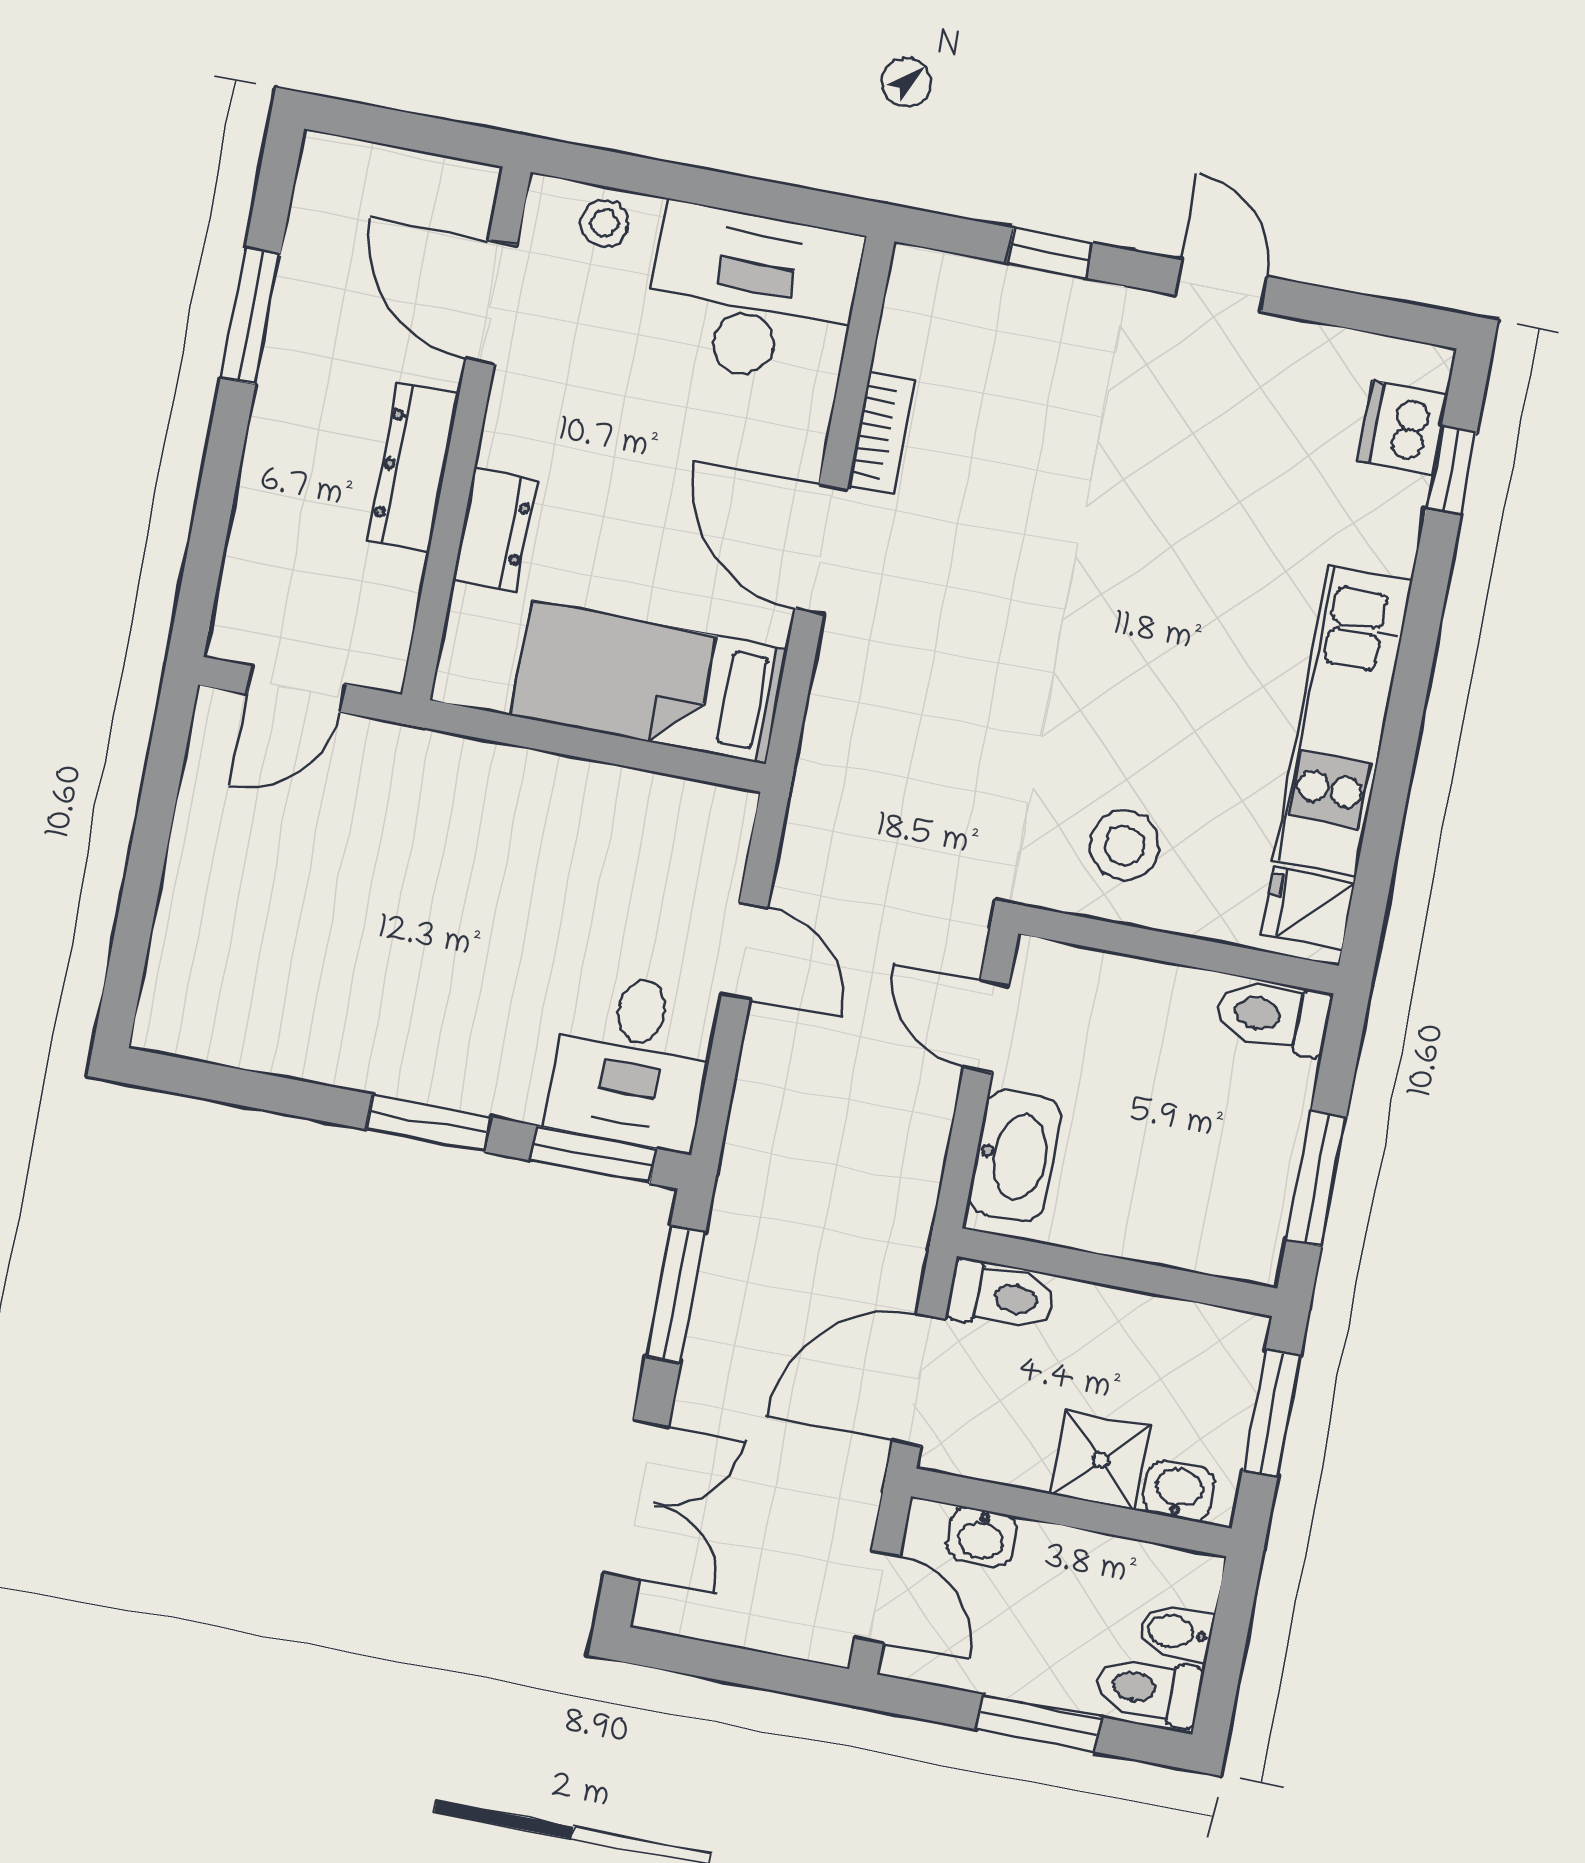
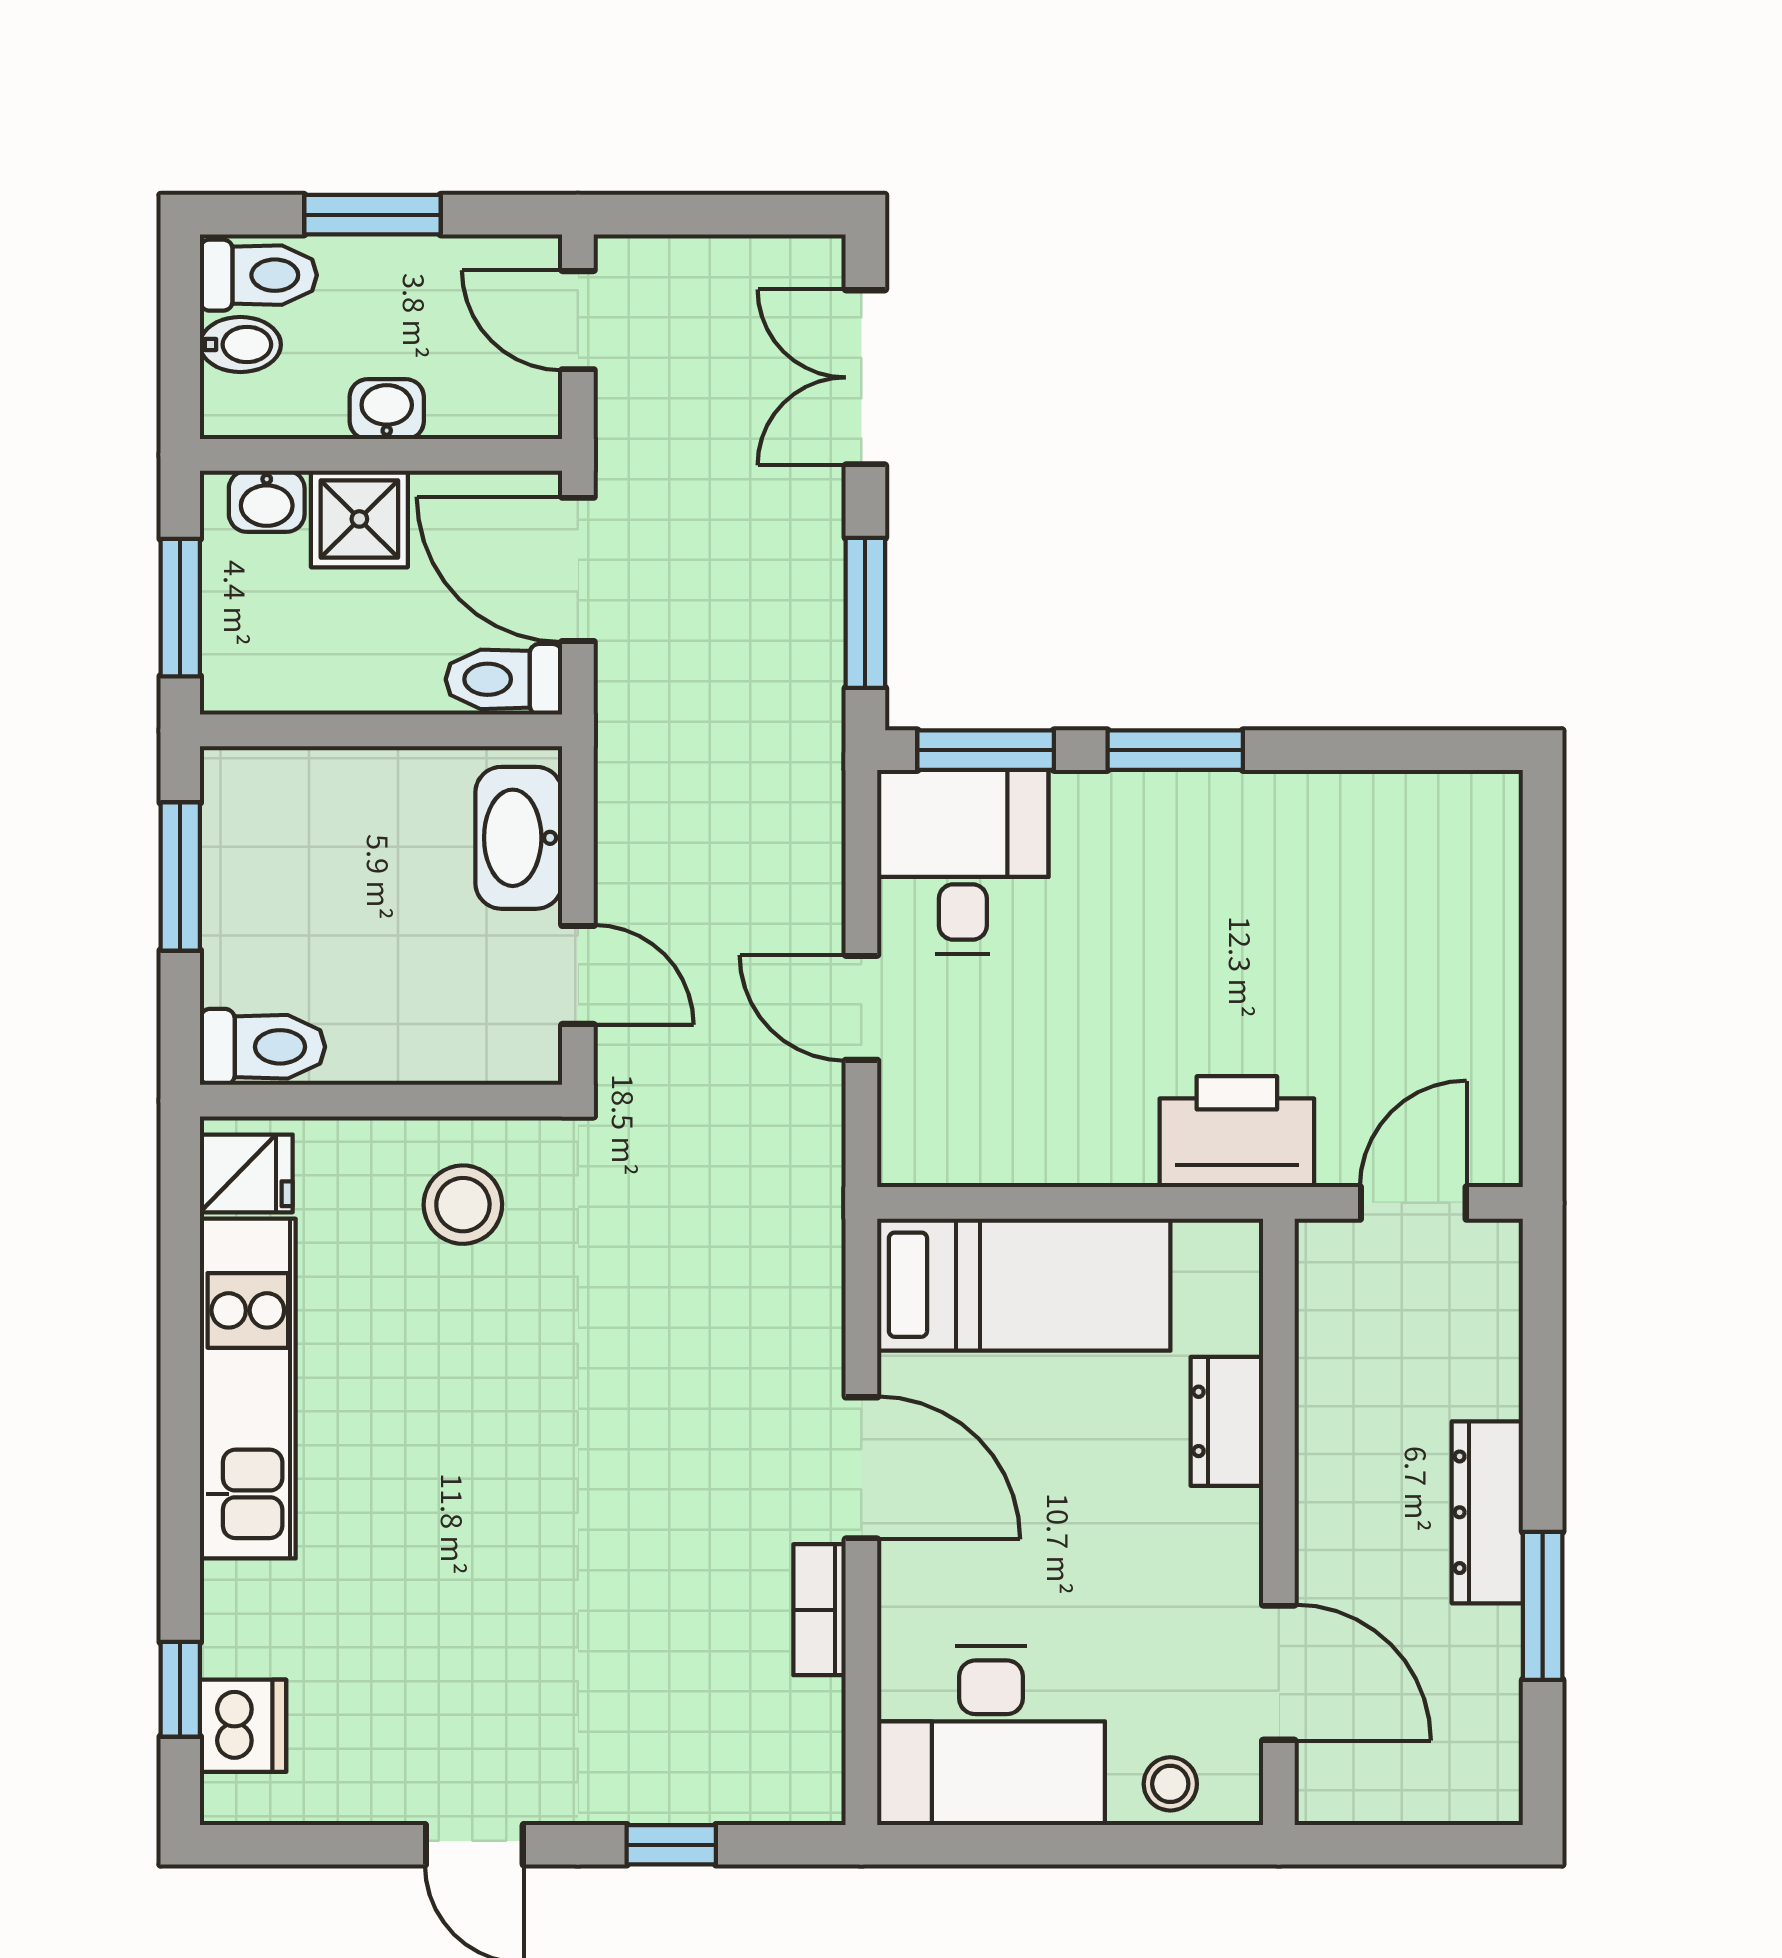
dresser: (413, 468) -> (1487, 1512), moved, turned 180
printer: (438, 780) -> (1237, 1132), added
door: (919, 1380) -> (578, 569), swing flipped
washbasin: (981, 1537) -> (387, 409), moved

